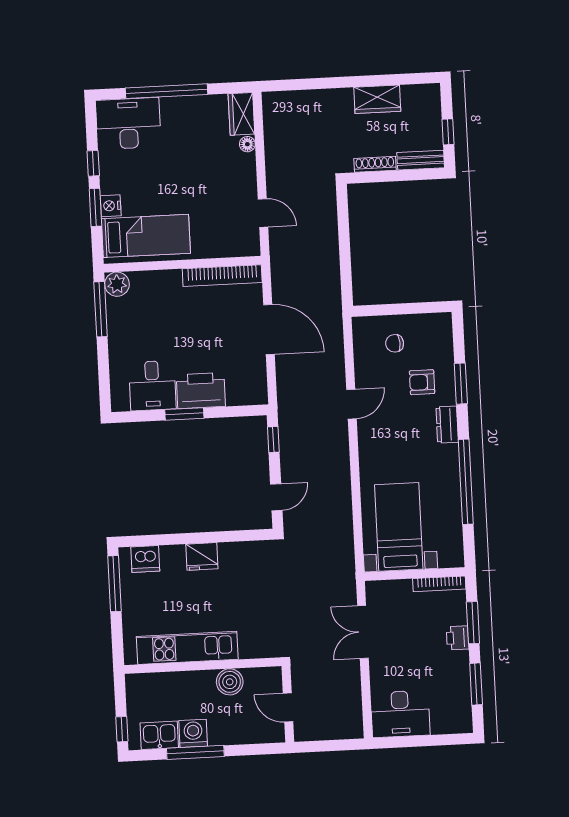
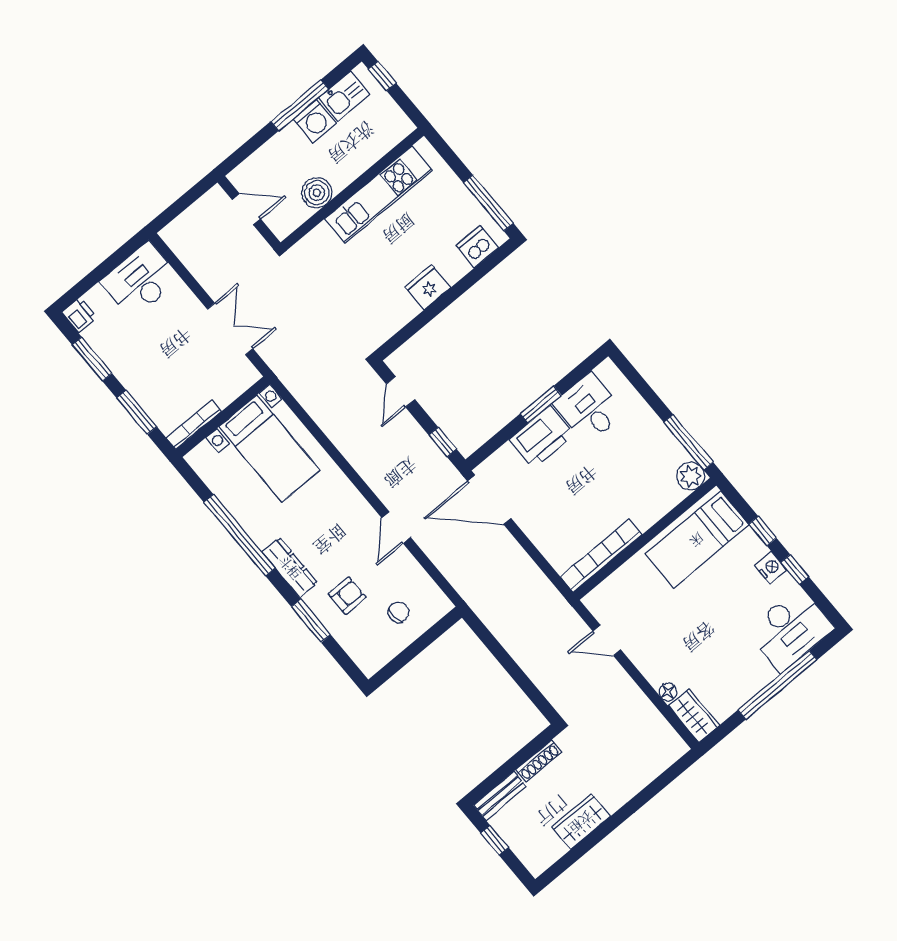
nightstand: (111, 206) -> (771, 568), moved
window: (95, 207) -> (763, 531), width x0.67
door: (269, 329) -> (489, 500), moved
dresser: (447, 425) -> (290, 567), width x1.44
printer: (458, 638) -> (79, 315), moved

